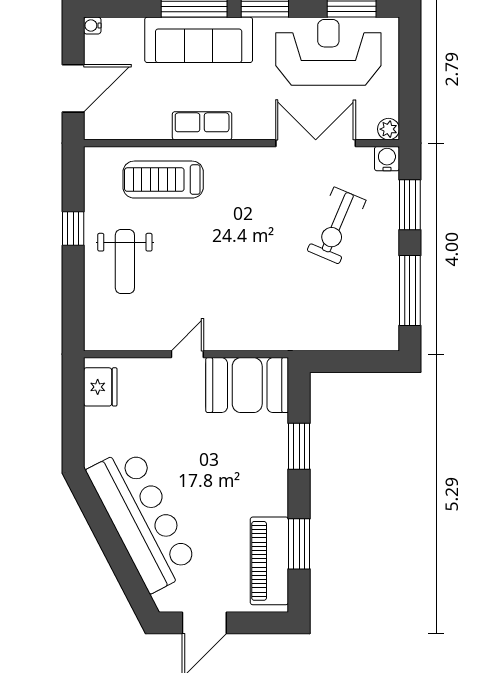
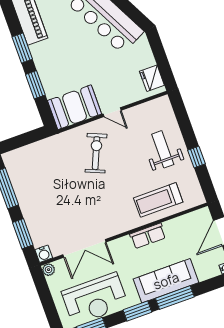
treadmill: (163, 180) -> (158, 200), turned 180
exercise bike: (336, 226) -> (96, 153), moved
door: (187, 354) -> (112, 112), hinge flipped
window: (299, 544) -> (22, 48), moved

